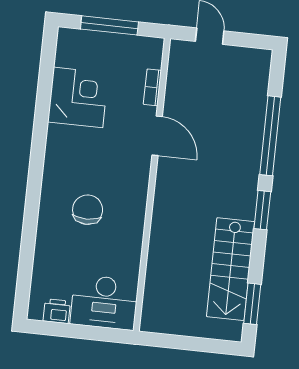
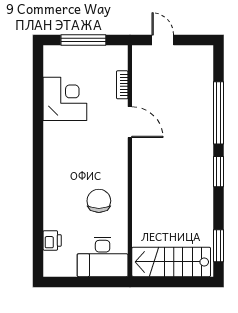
chair: (88, 210) -> (99, 201), moved
stairs: (230, 269) -> (171, 262), moved, turned 90
printer: (57, 311) -> (52, 240), moved, turned 90

